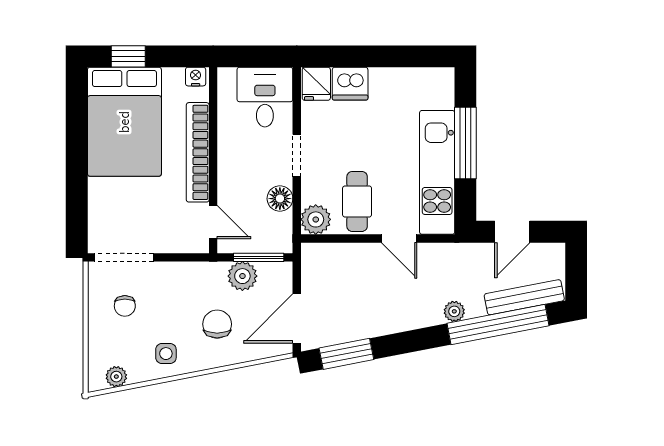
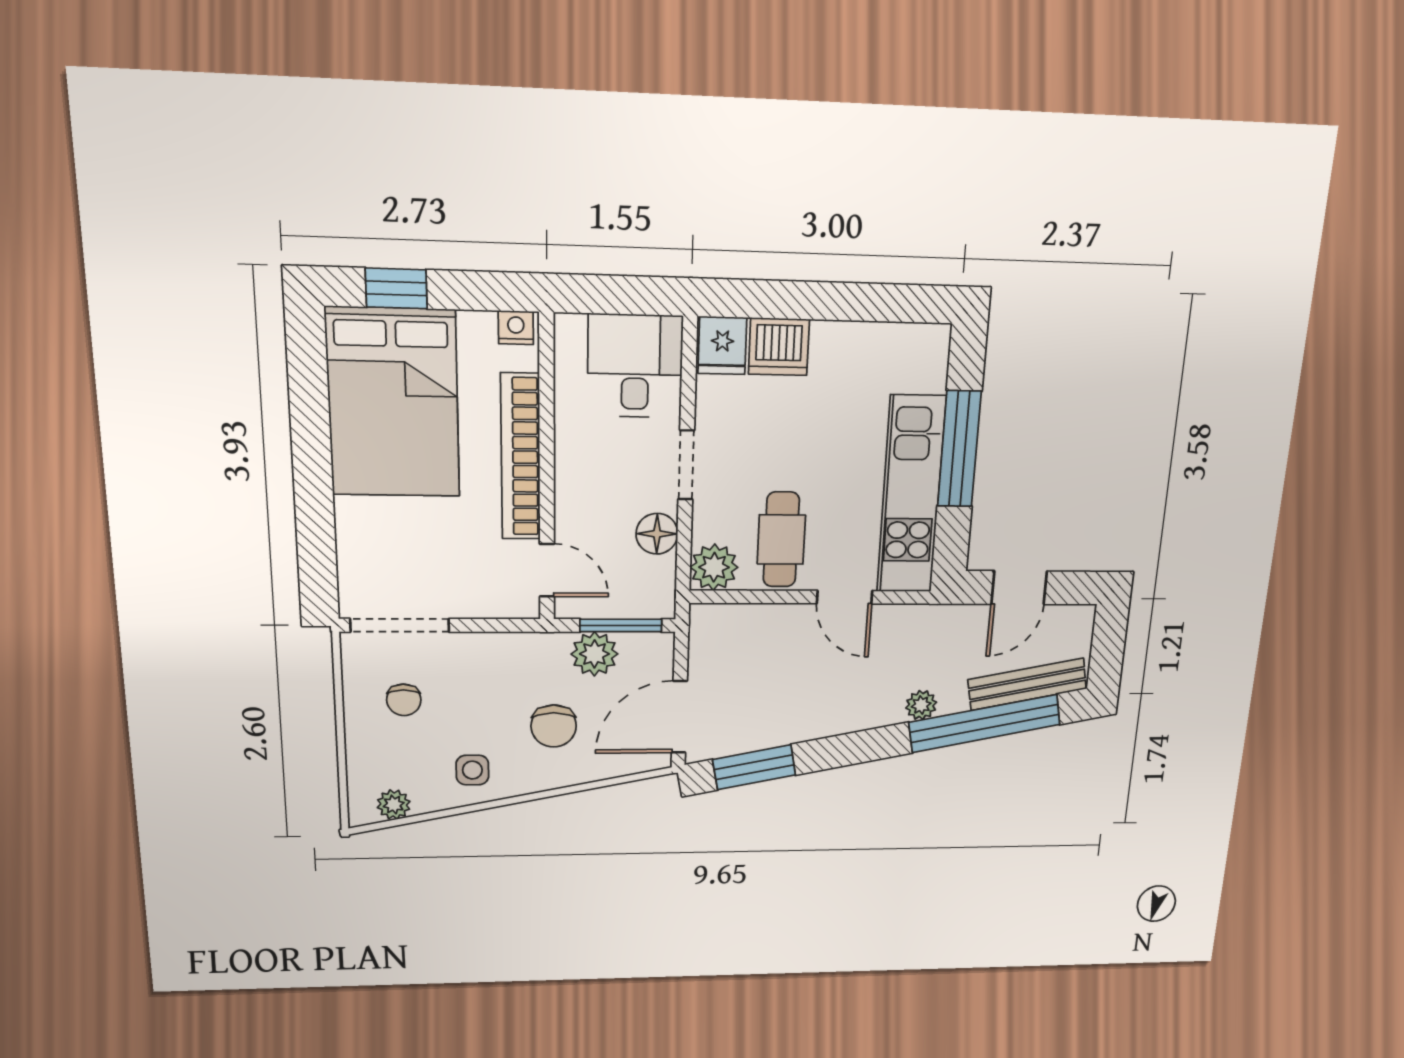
chair: (217, 324) -> (554, 726), turned 180

